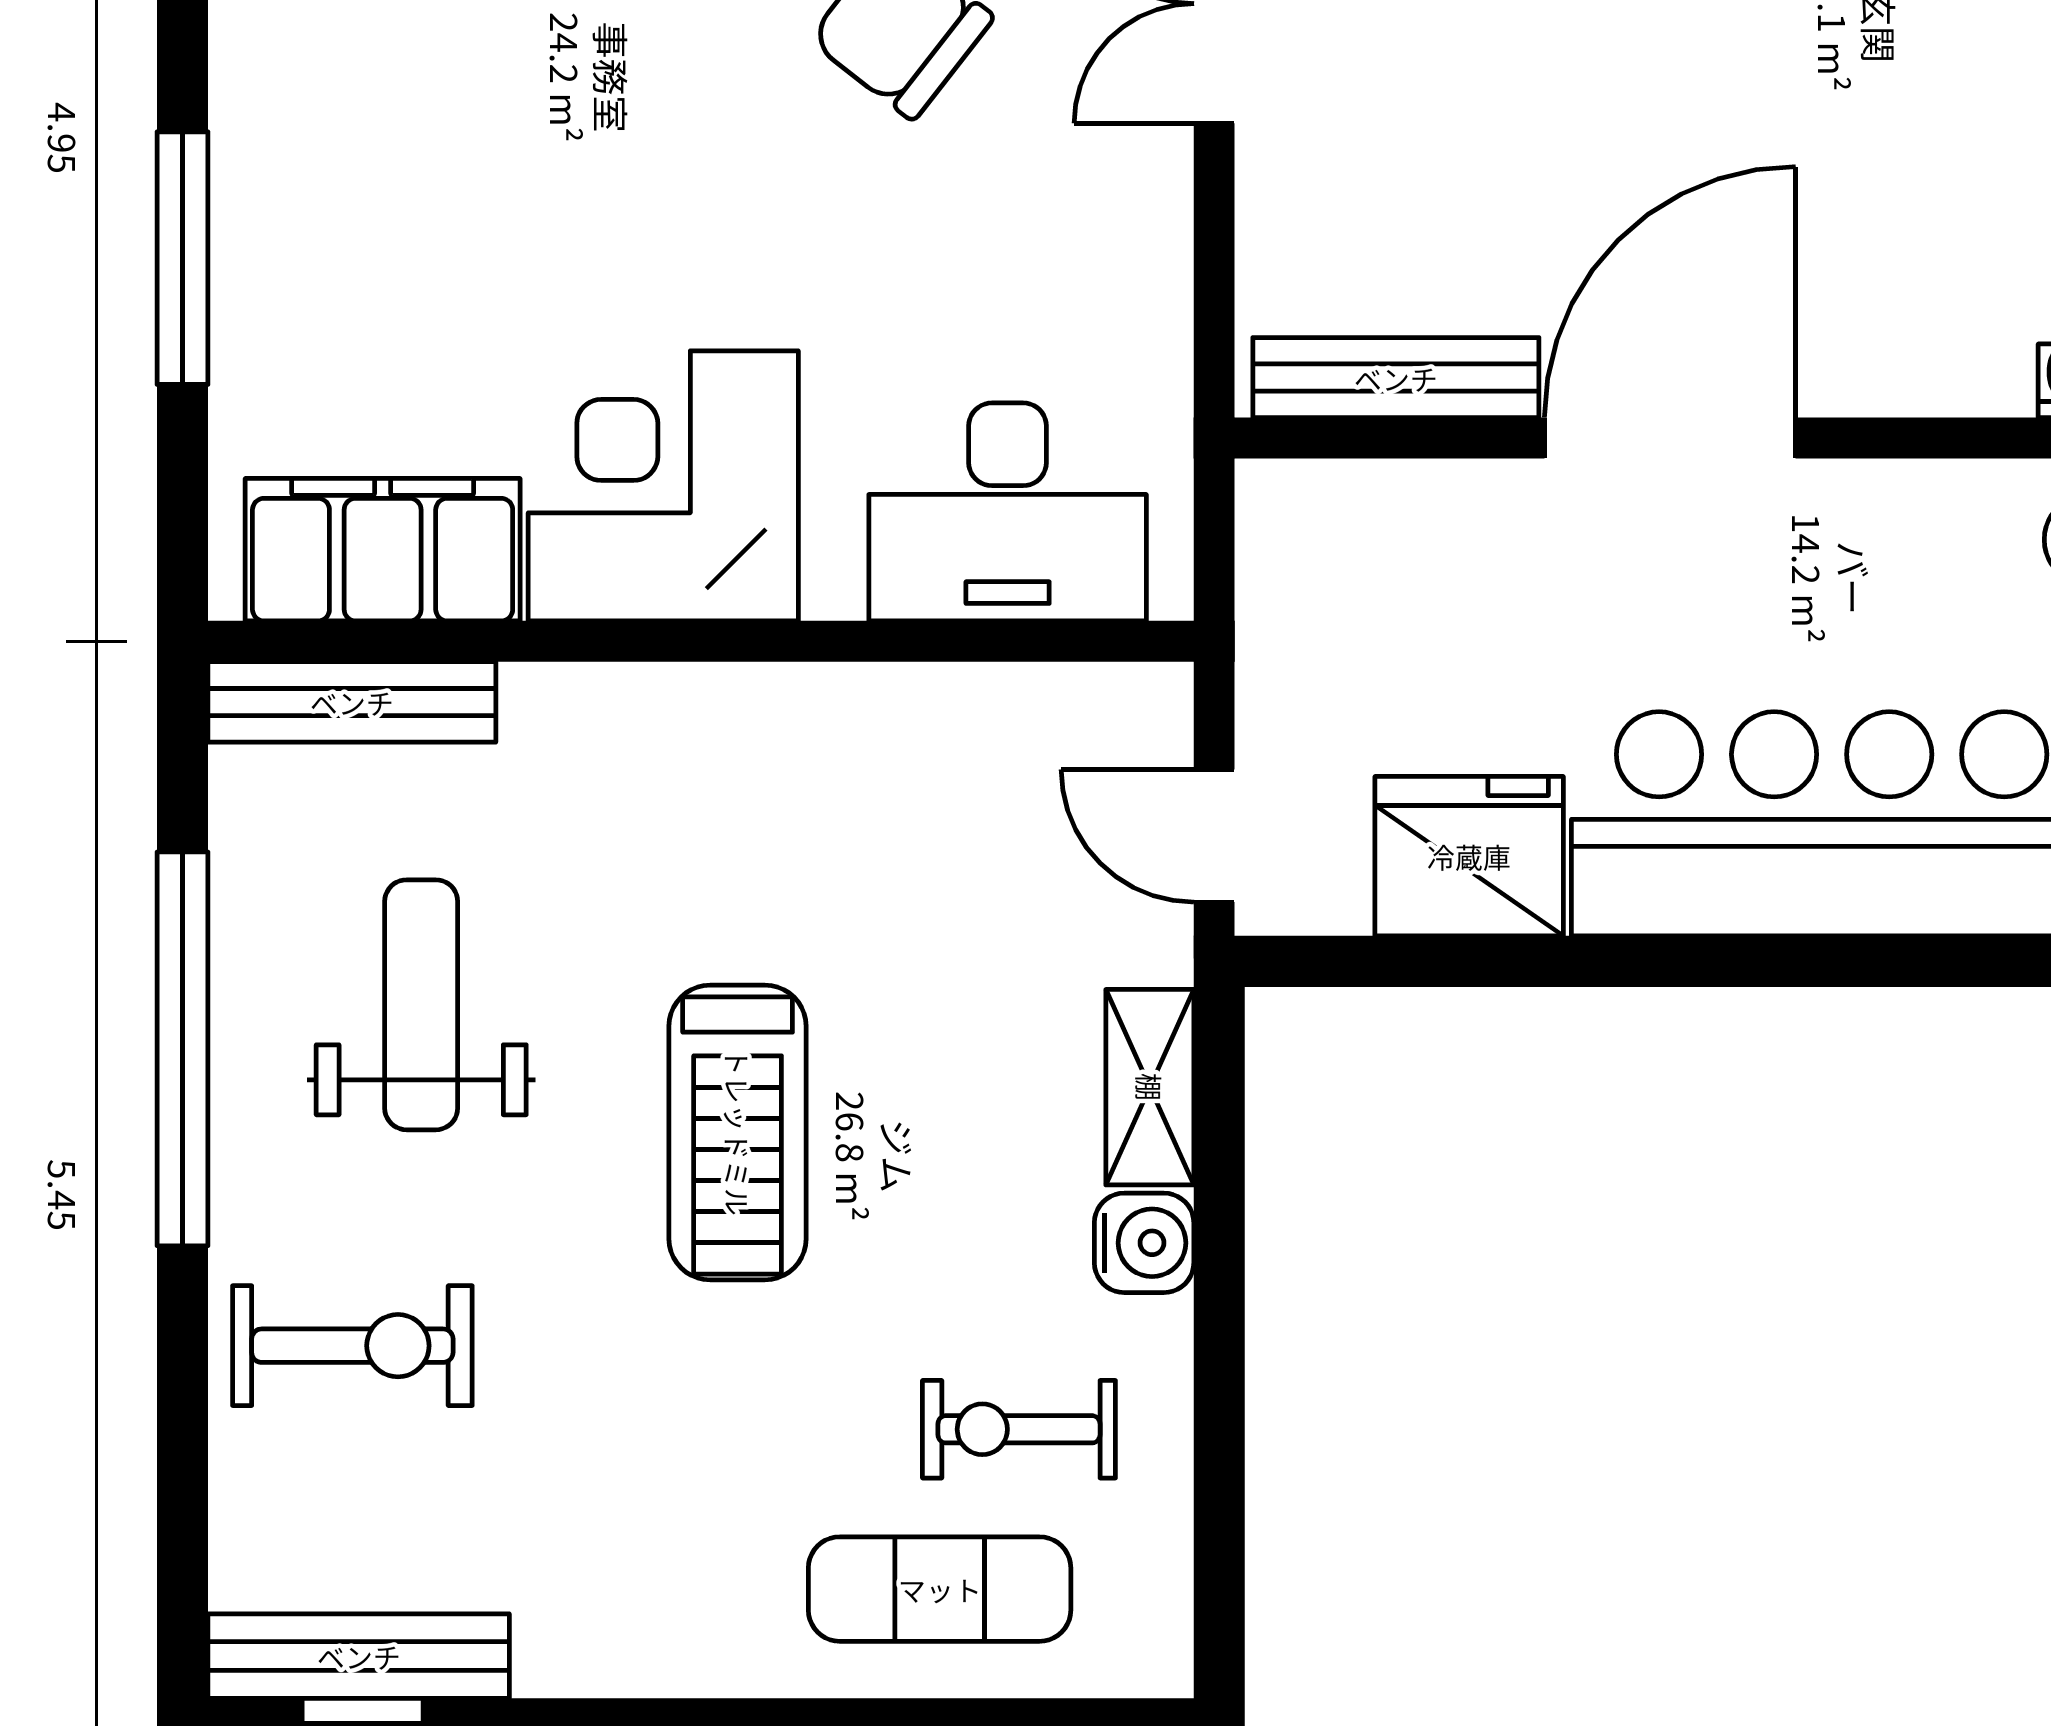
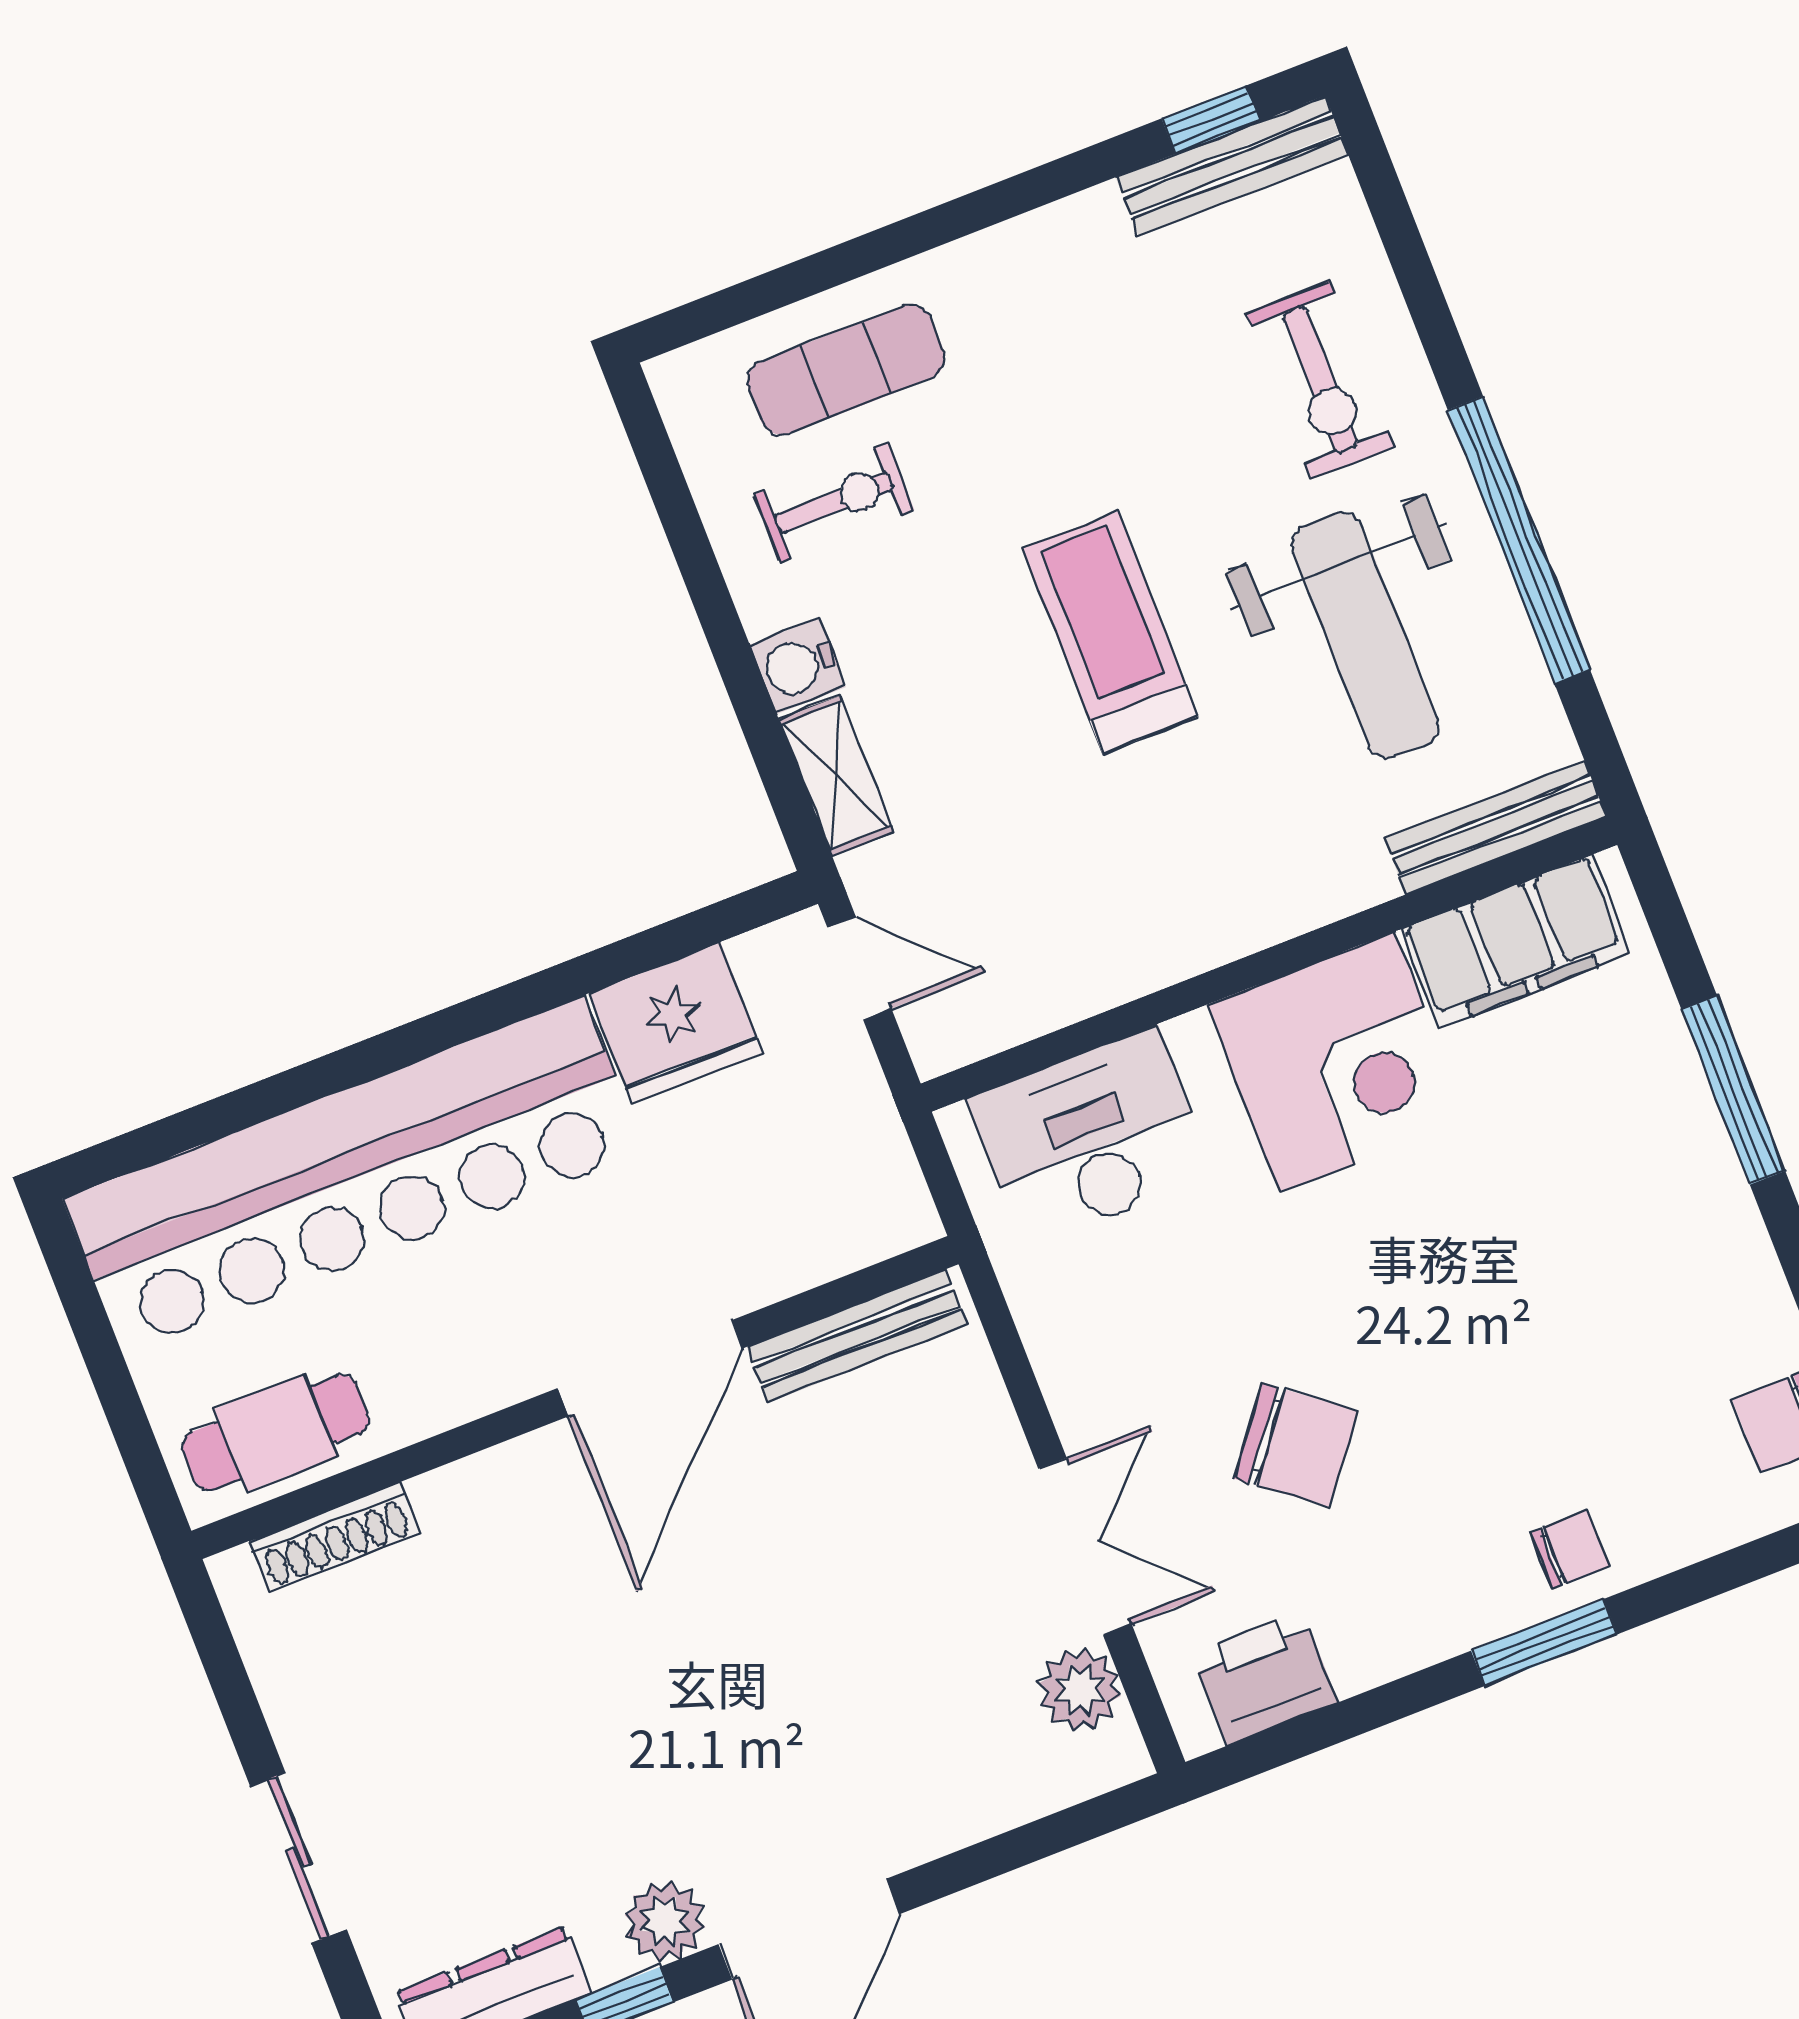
weight bench: (421, 1005) -> (1365, 635), width x1.36, depth x1.33
exercise bike: (352, 1346) -> (1320, 380), turned -90

